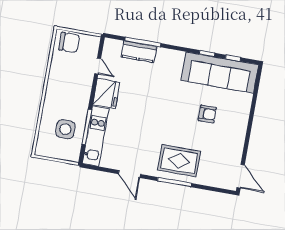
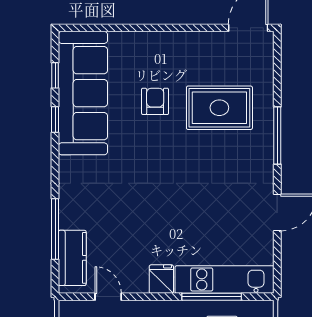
kitchen counter: (139, 52) -> (72, 258), moved
door: (98, 66) -> (108, 297), hinge flipped
fridge: (106, 93) -> (161, 279), width x0.53, depth x0.75
rug: (179, 161) -> (219, 108), moved, turned 90

